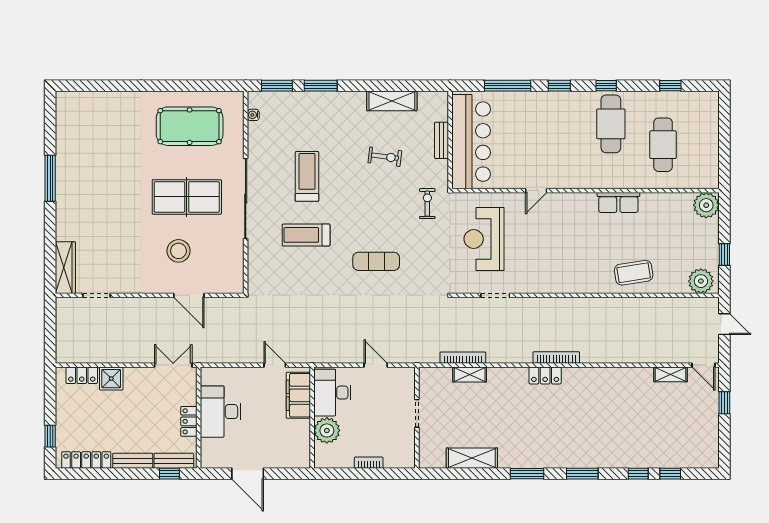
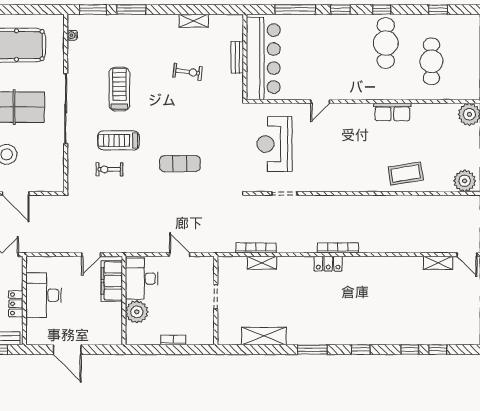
shelving: (392, 101) -> (194, 21), width x0.67, depth x0.75
exercise bike: (427, 204) -> (109, 169), moved, turned -90
door: (275, 365) -> (91, 255), swing flipped
window: (582, 474) -> (361, 350), width x0.67

